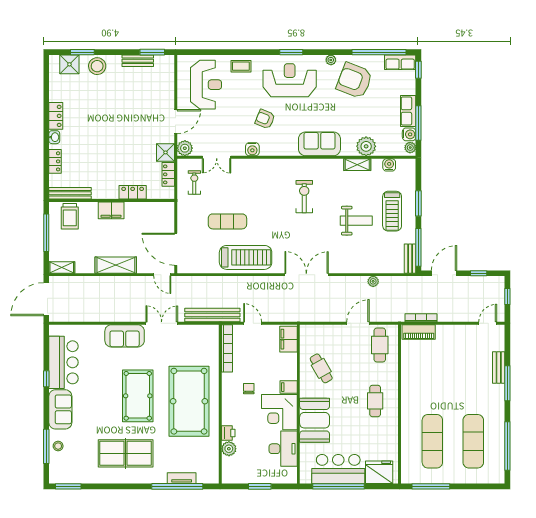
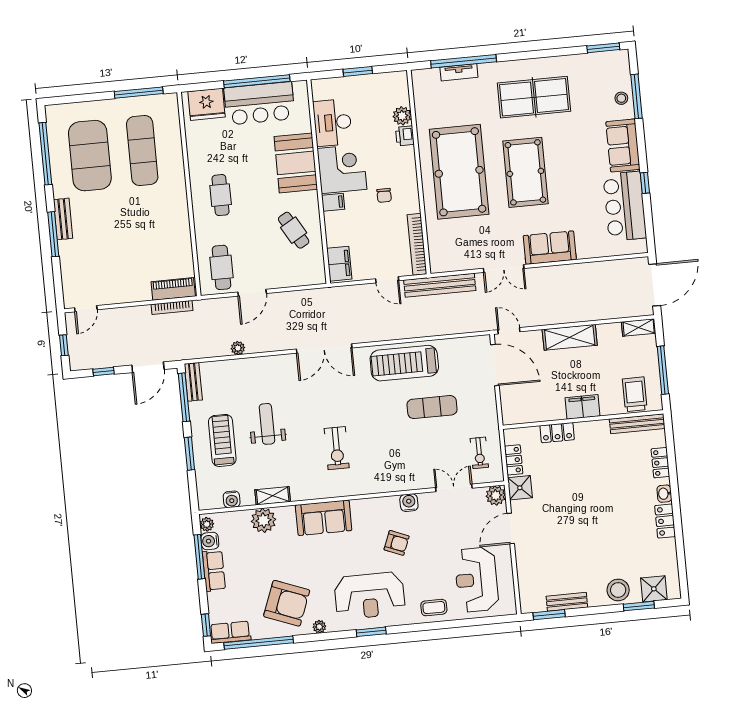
weight bench: (356, 221) -> (267, 424), turned 90
bench: (499, 368) -> (63, 219), moved
exercise mat: (473, 441) -> (90, 156), width x1.47

